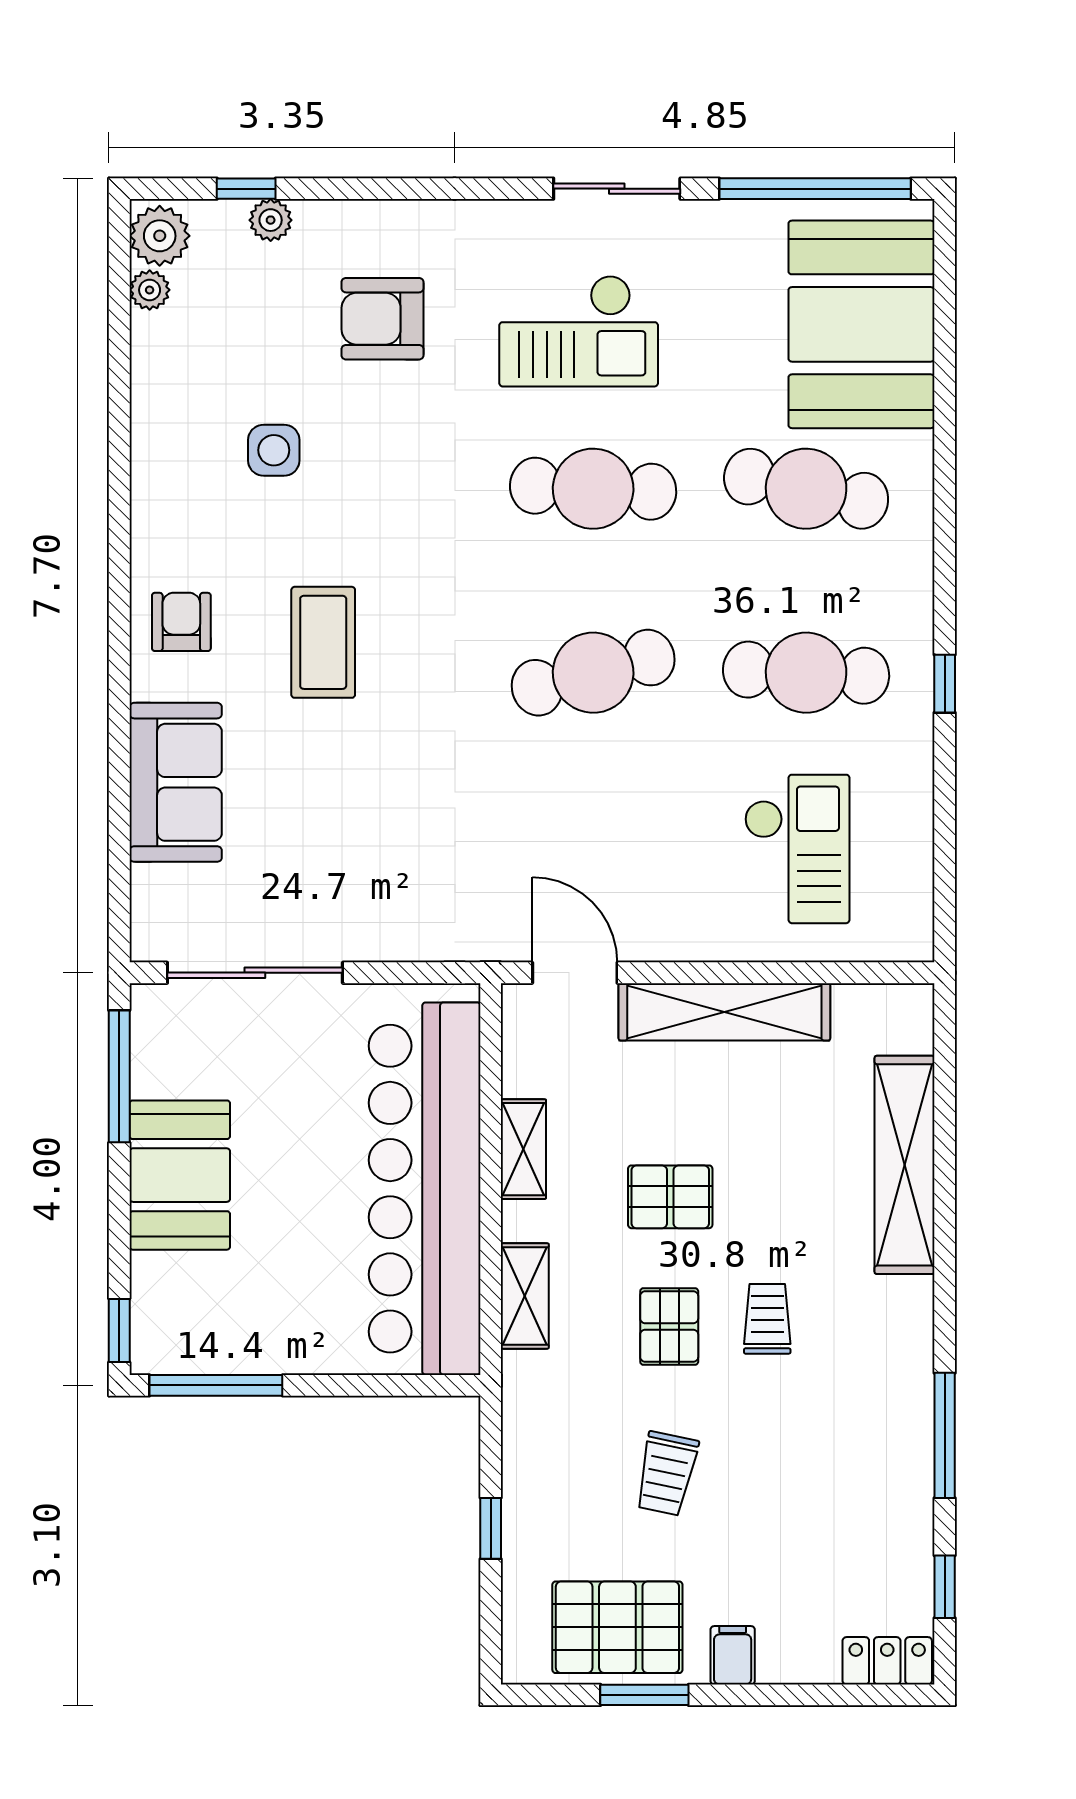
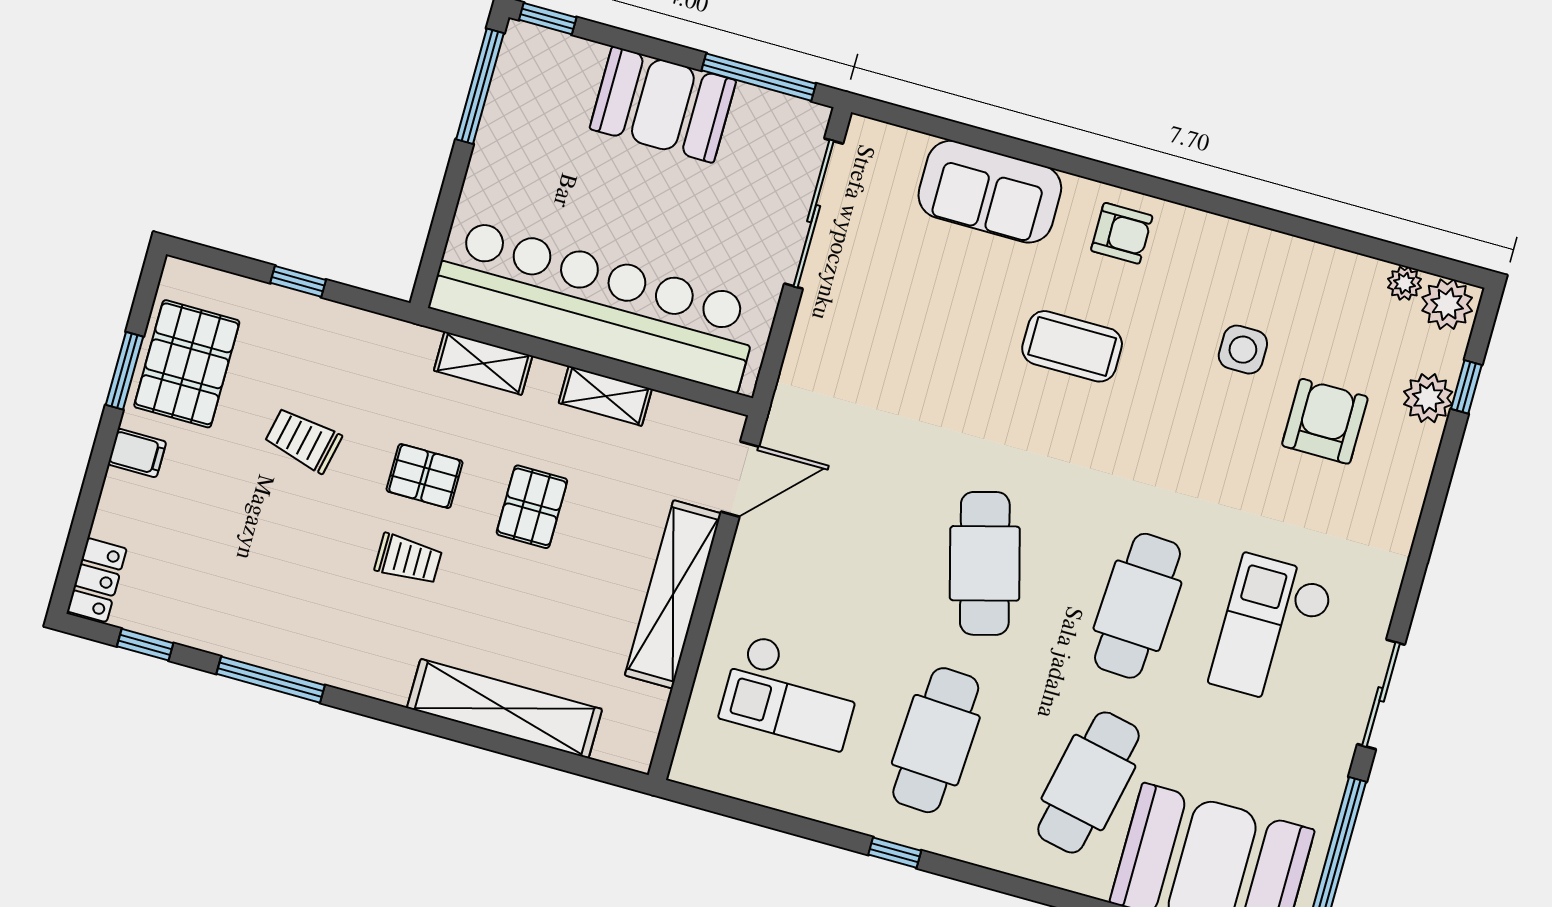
plant: (271, 220) -> (1428, 398), width x1.38, depth x1.38
armchair: (382, 319) -> (1325, 421), moved

